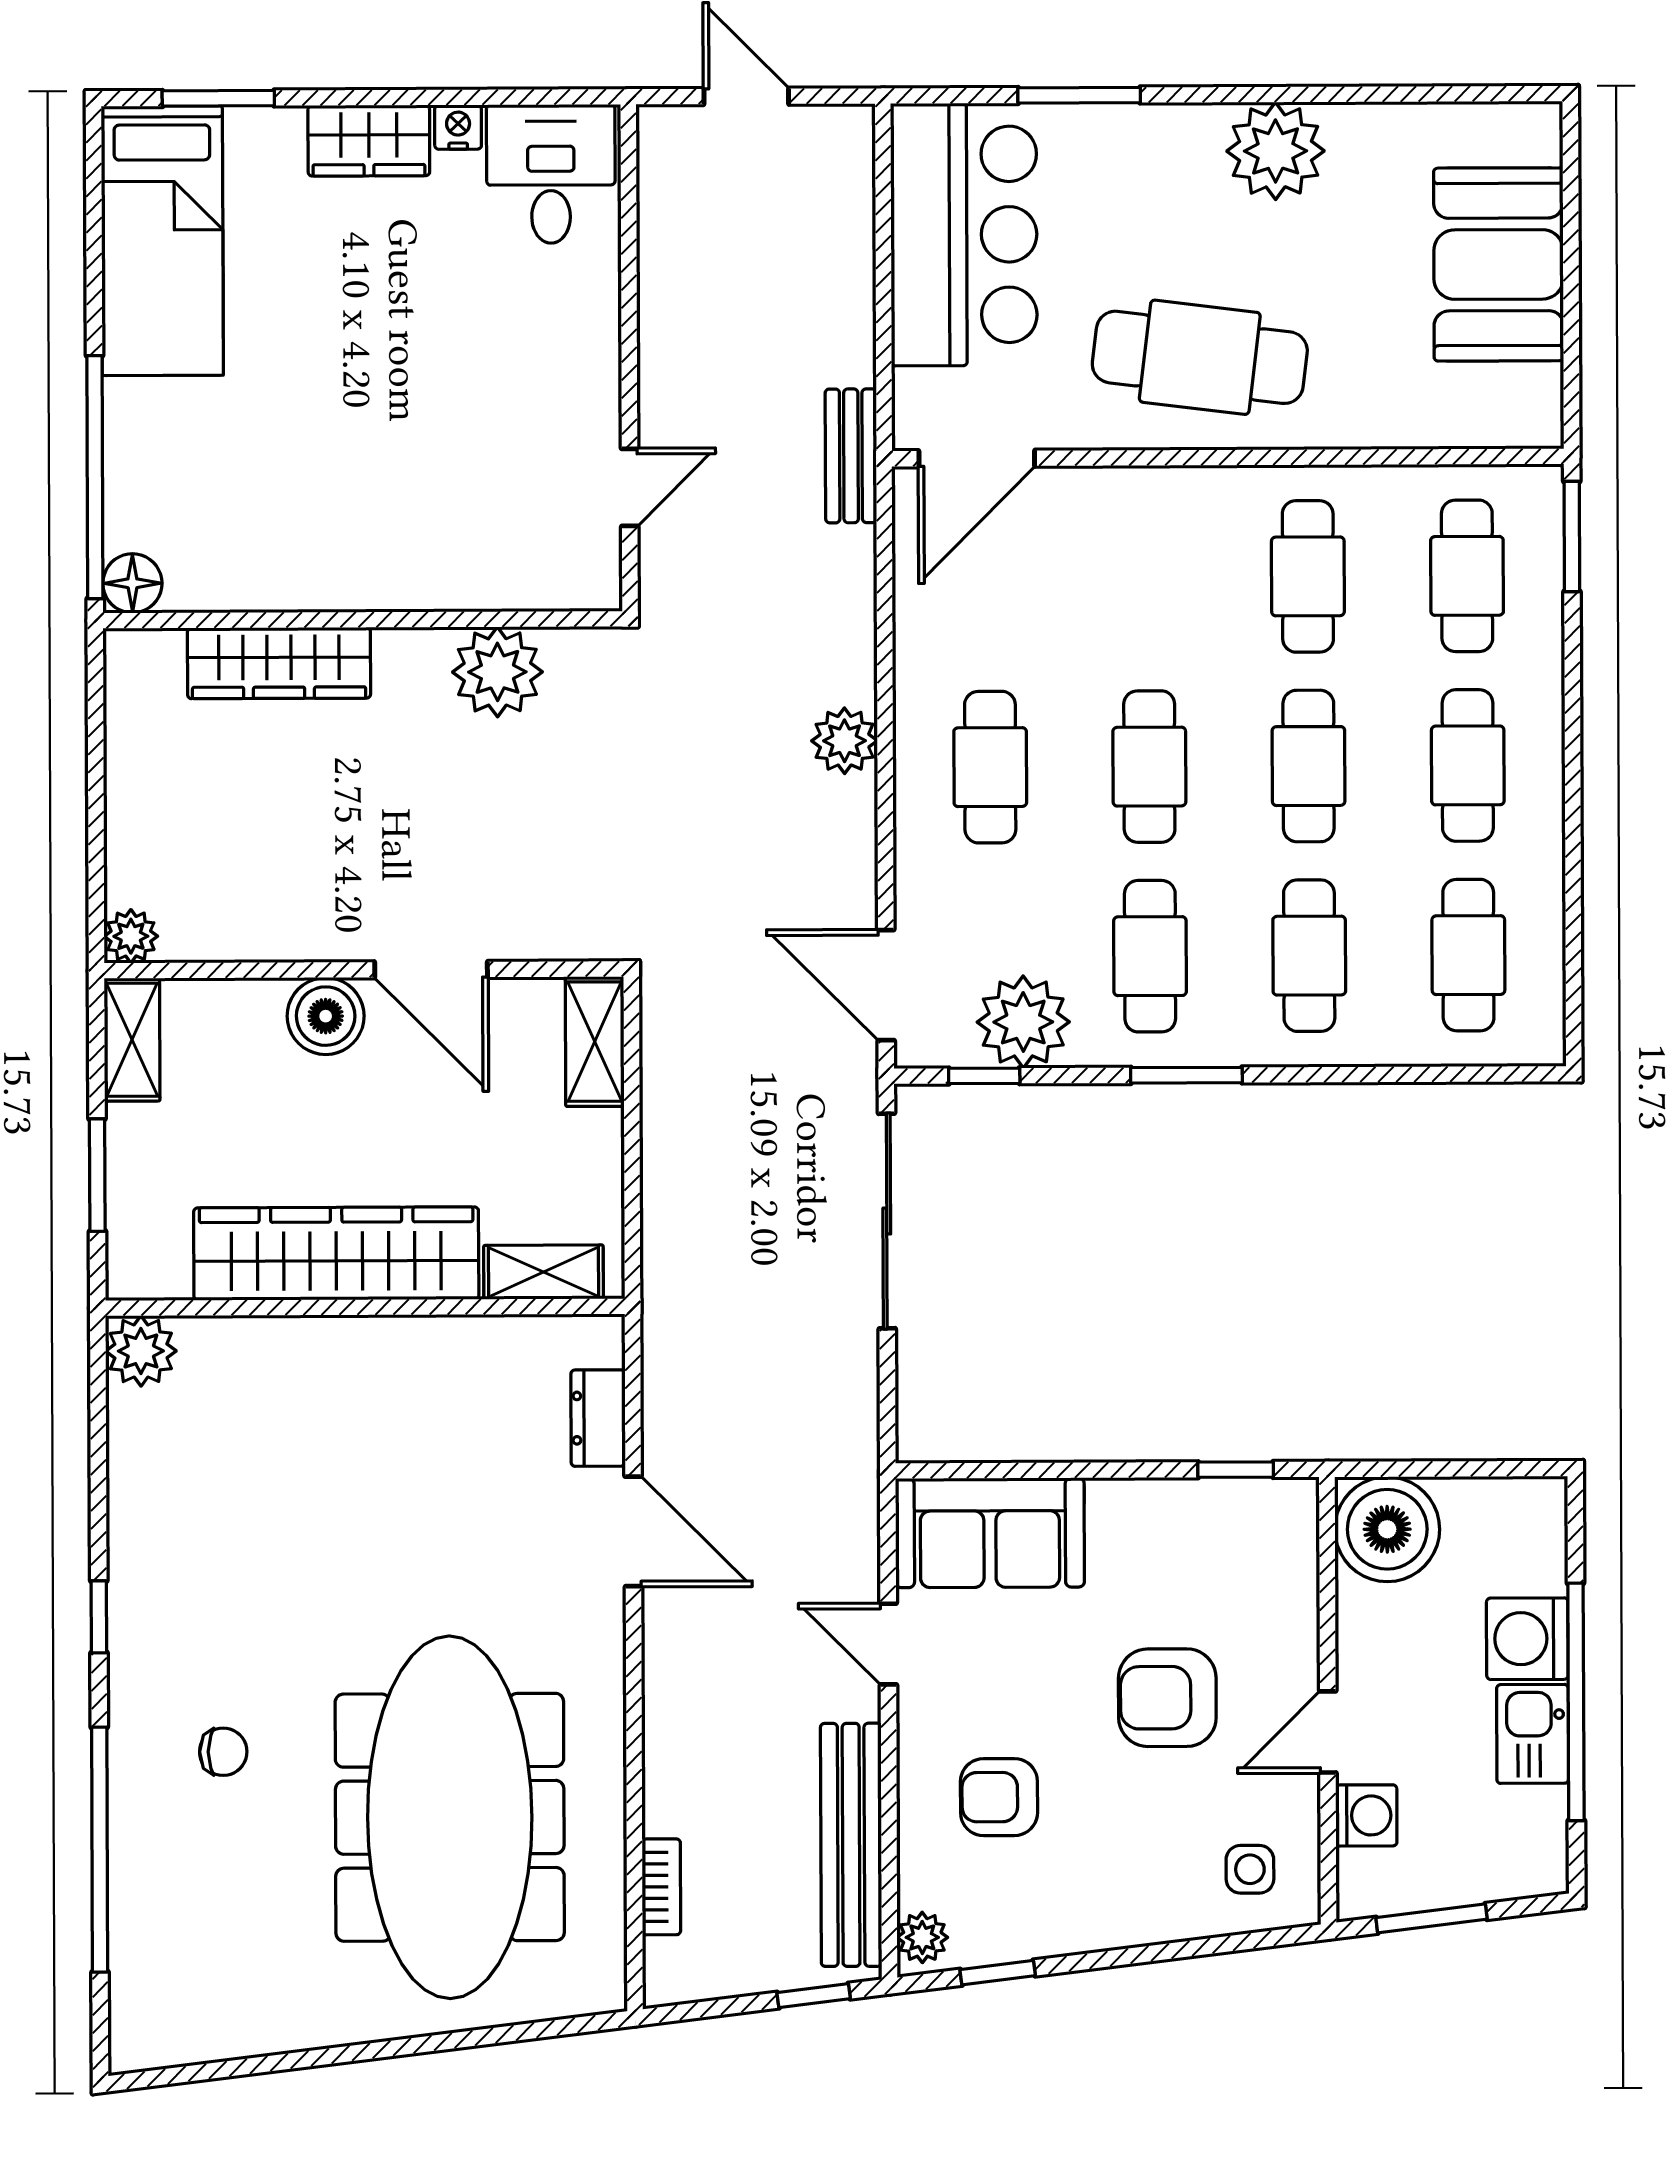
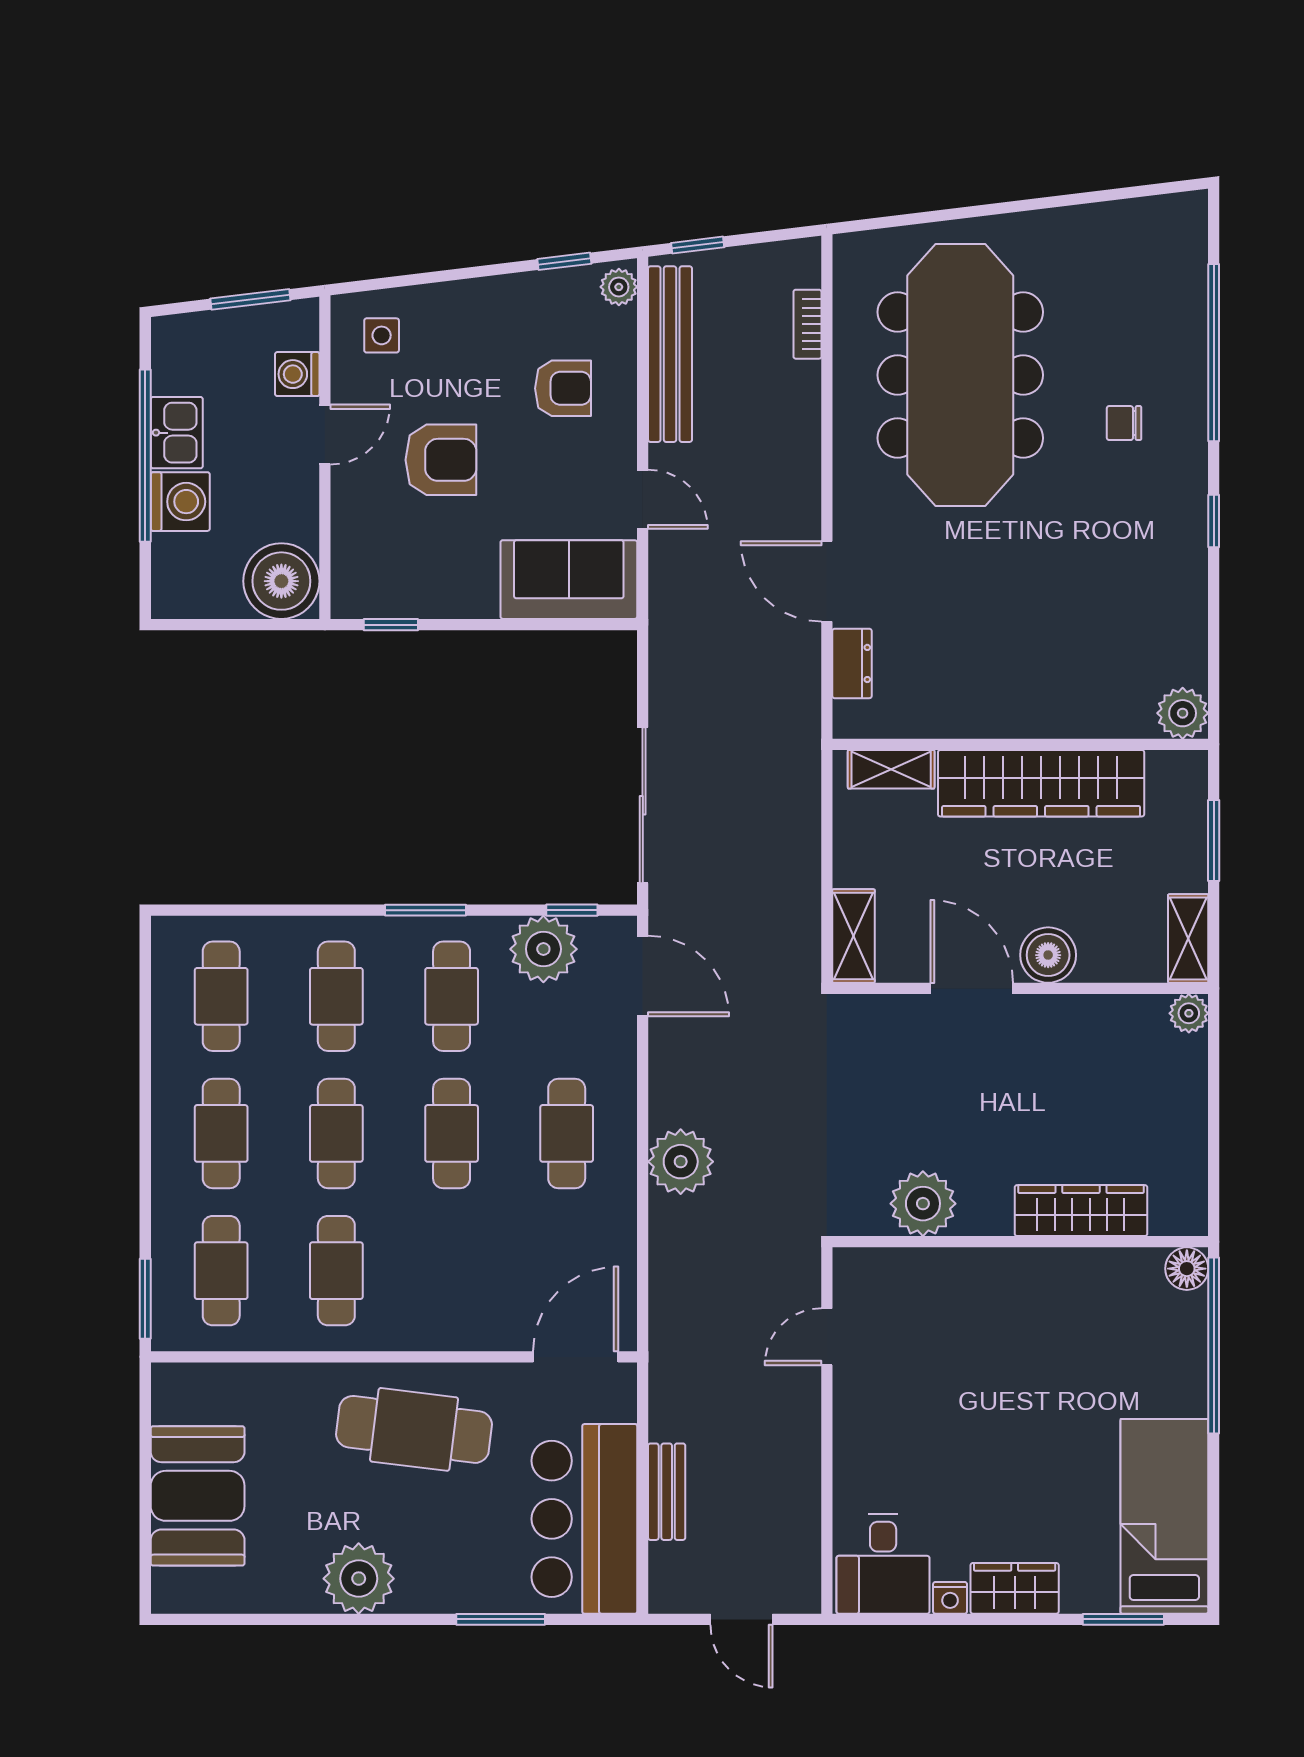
bench: (851, 456) -> (667, 1492), moved
plant: (845, 741) -> (681, 1162), width x1.36, depth x1.36

